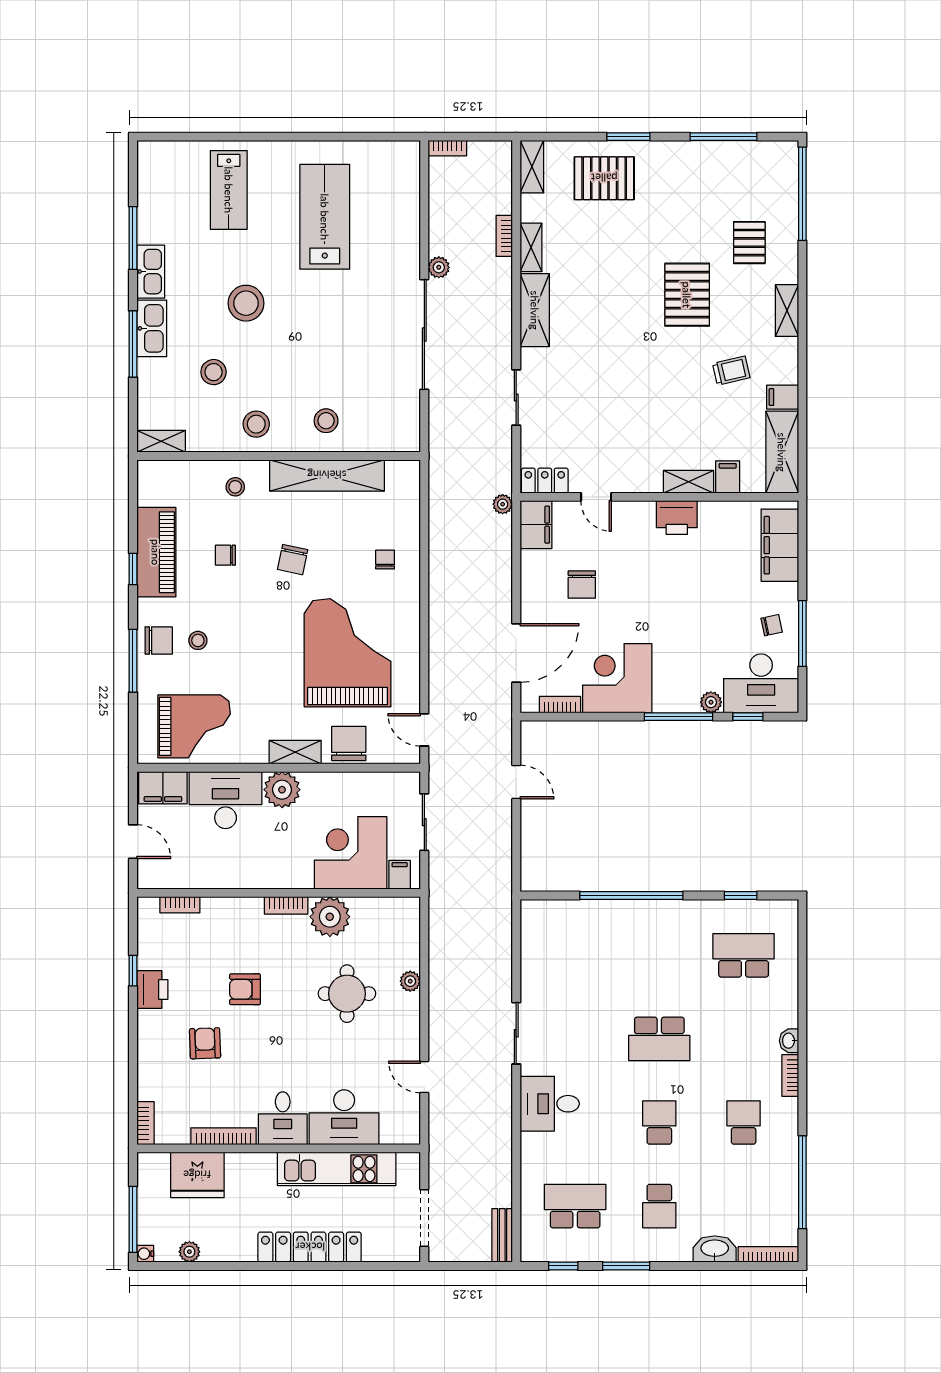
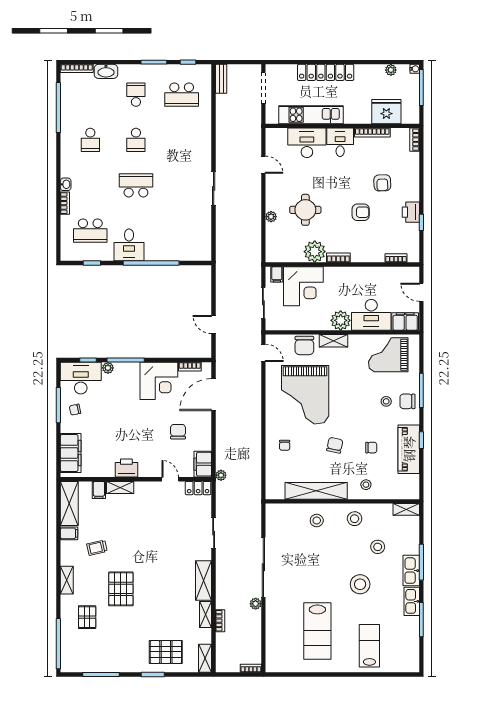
bookcase: (790, 1075) -> (65, 203), moved
desk: (550, 1104) -> (129, 245), moved, turned 90

